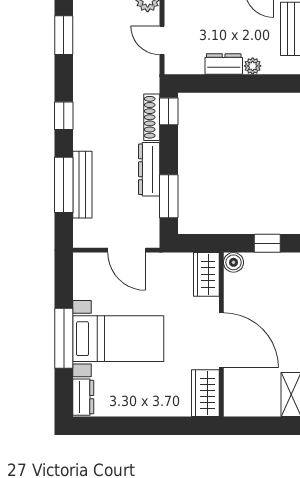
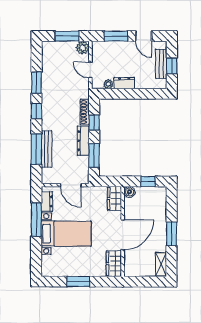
window: (64, 35) -> (36, 83), moved
plant: (253, 66) -> (108, 84), moved
window: (169, 111) -> (94, 123), moved
window: (64, 338) -> (36, 220), moved
door: (221, 340) -> (123, 235), hinge flipped
dresser: (83, 397) -> (47, 202), moved
window: (141, 426) -> (78, 282), added

